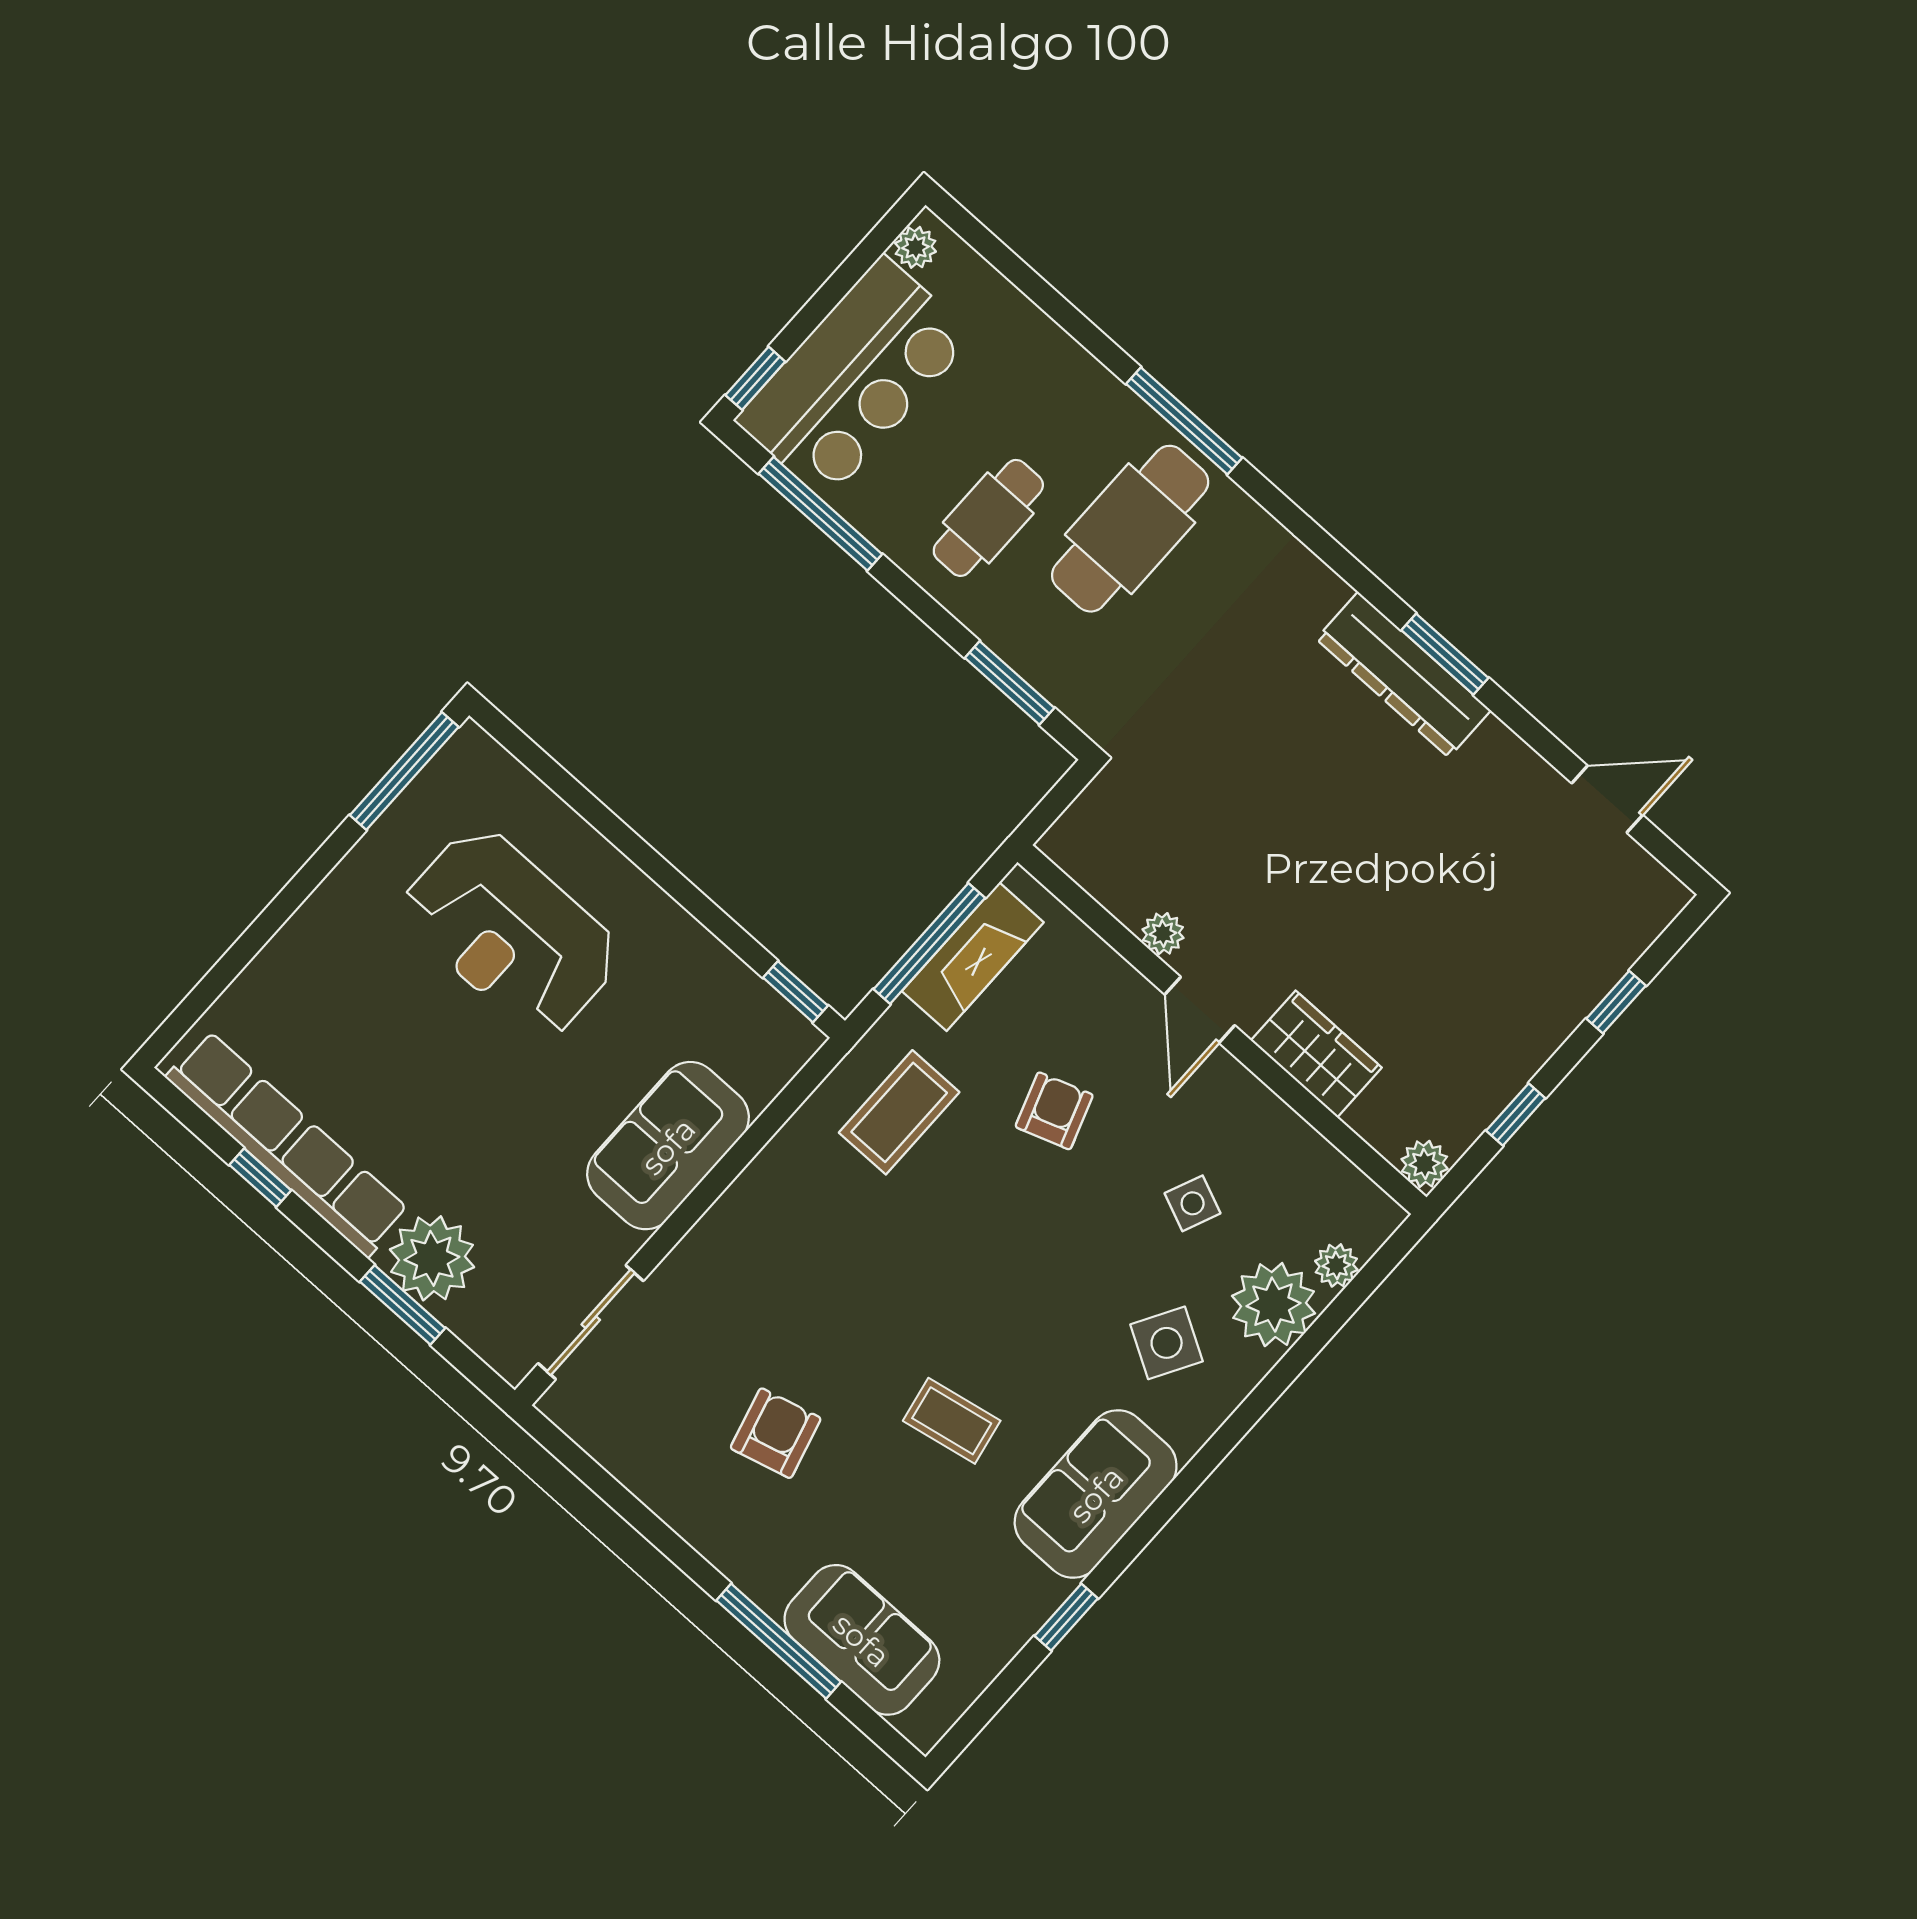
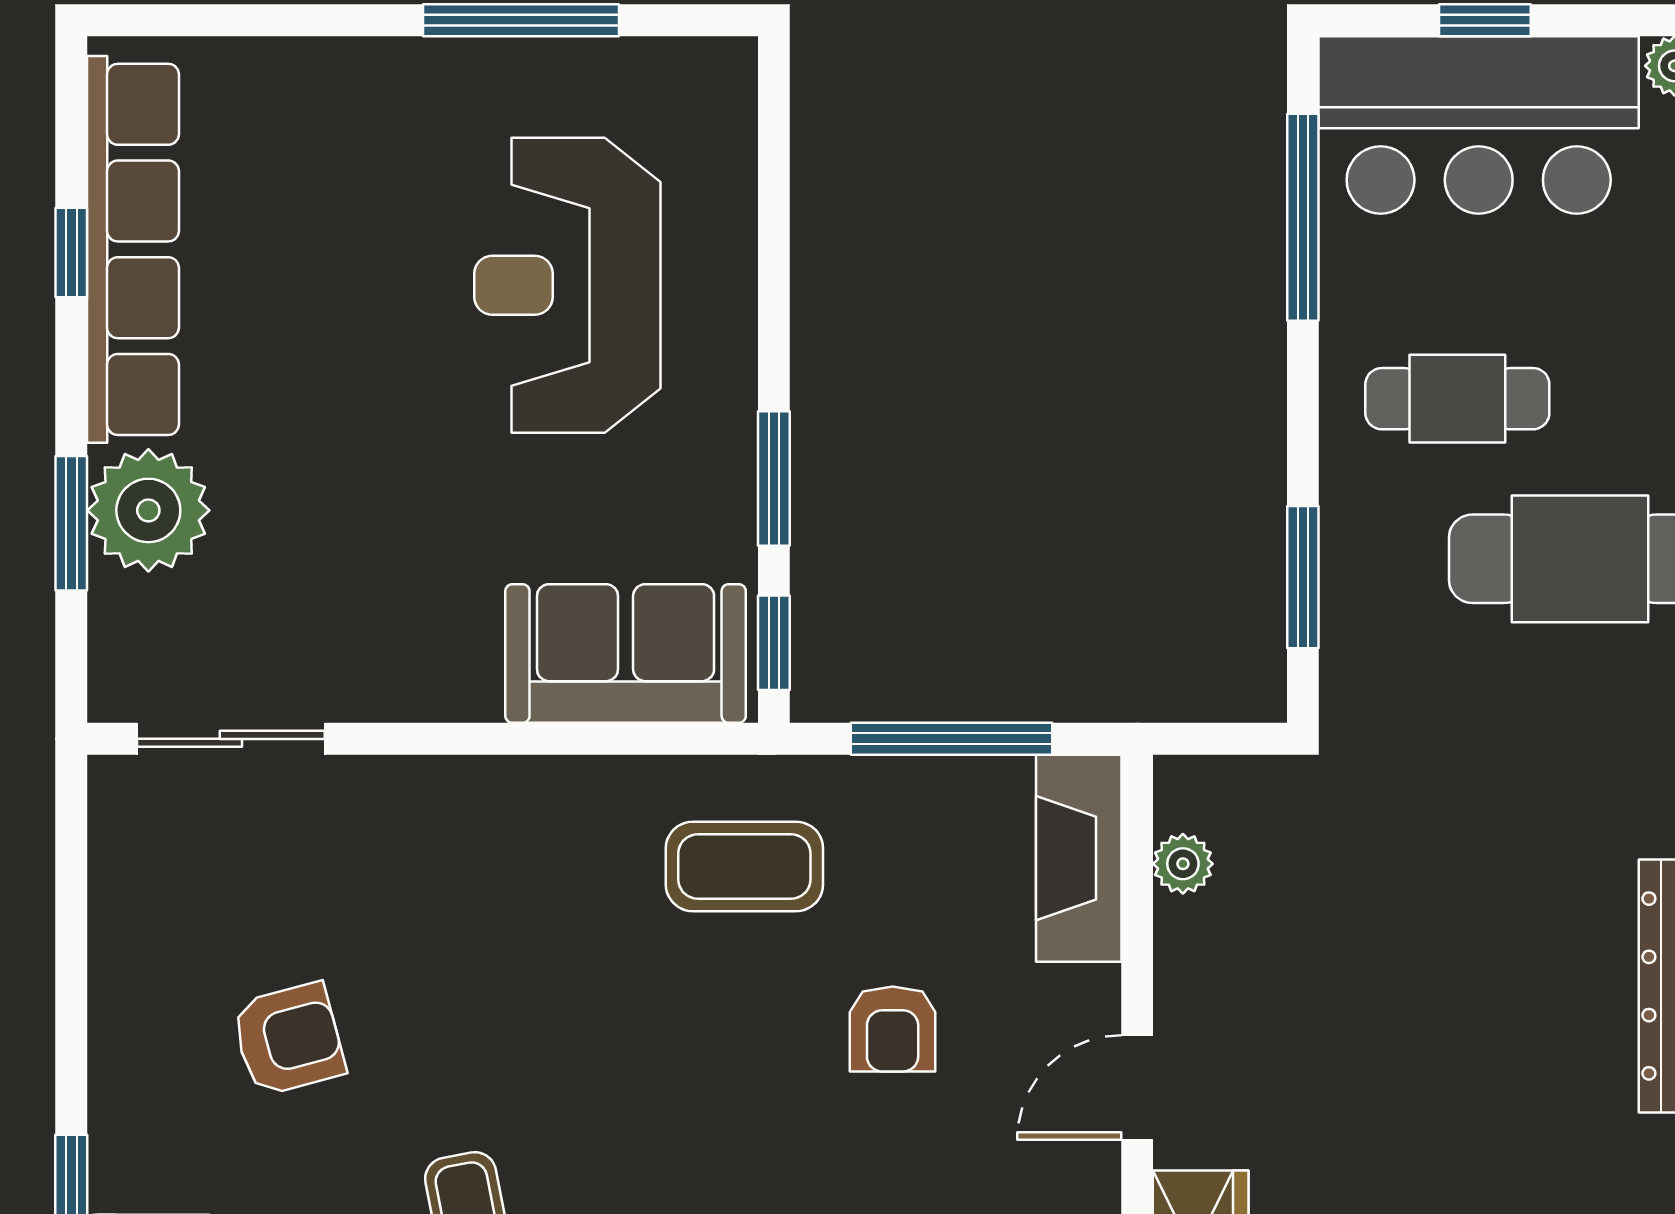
window: (755, 378) -> (1485, 20), moved
window: (404, 771) -> (521, 20), moved
window: (709, 915) -> (774, 478), added
plant: (1163, 934) -> (1183, 864), moved
fireplace: (973, 957) -> (1079, 858), moved, turned 90
armchair: (1054, 1111) -> (893, 1029), turned 109
sofa: (668, 1146) -> (626, 653), moved

